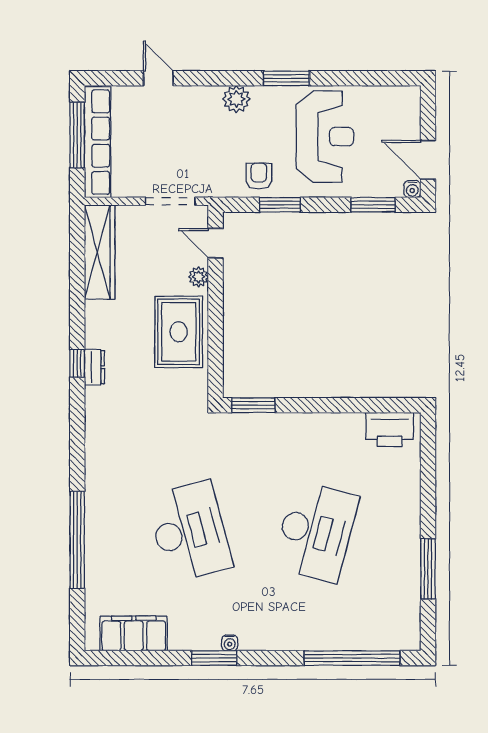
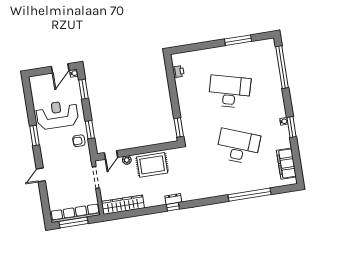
door: (158, 78) -> (41, 175), moved
plant: (236, 99) -> (47, 156), removed
printer: (390, 429) -> (178, 72), width x0.53, depth x0.68
desk: (189, 532) -> (238, 146), turned 36

